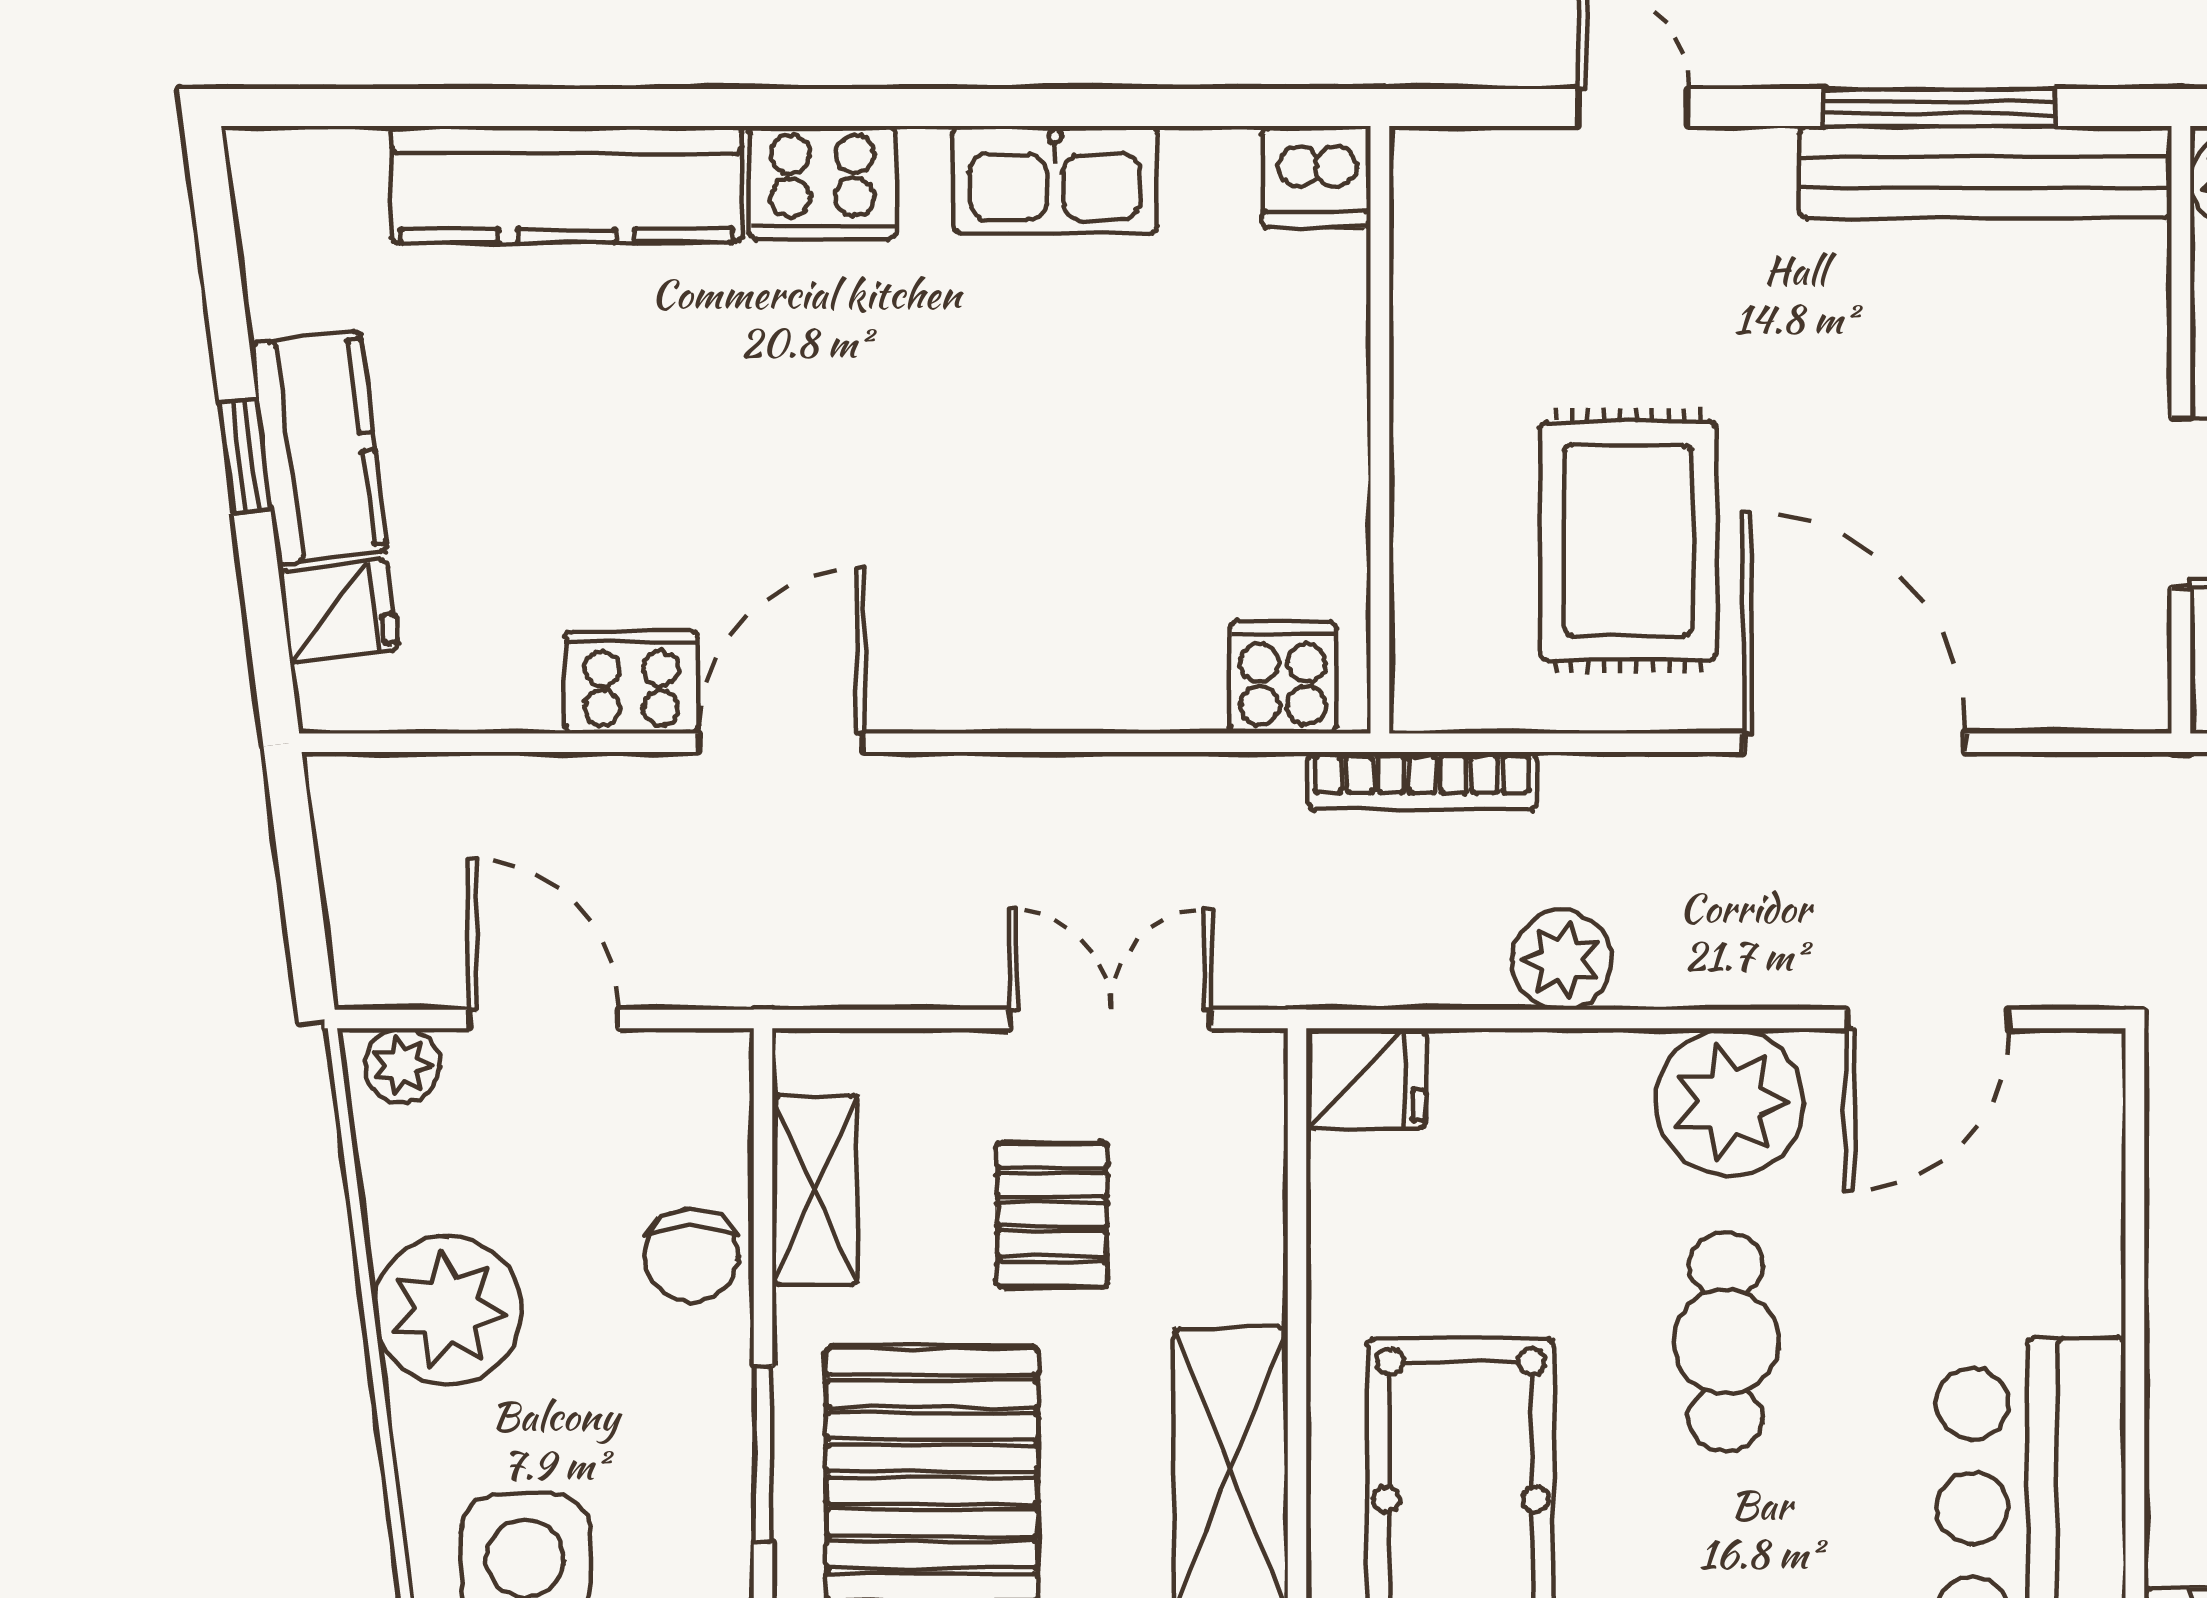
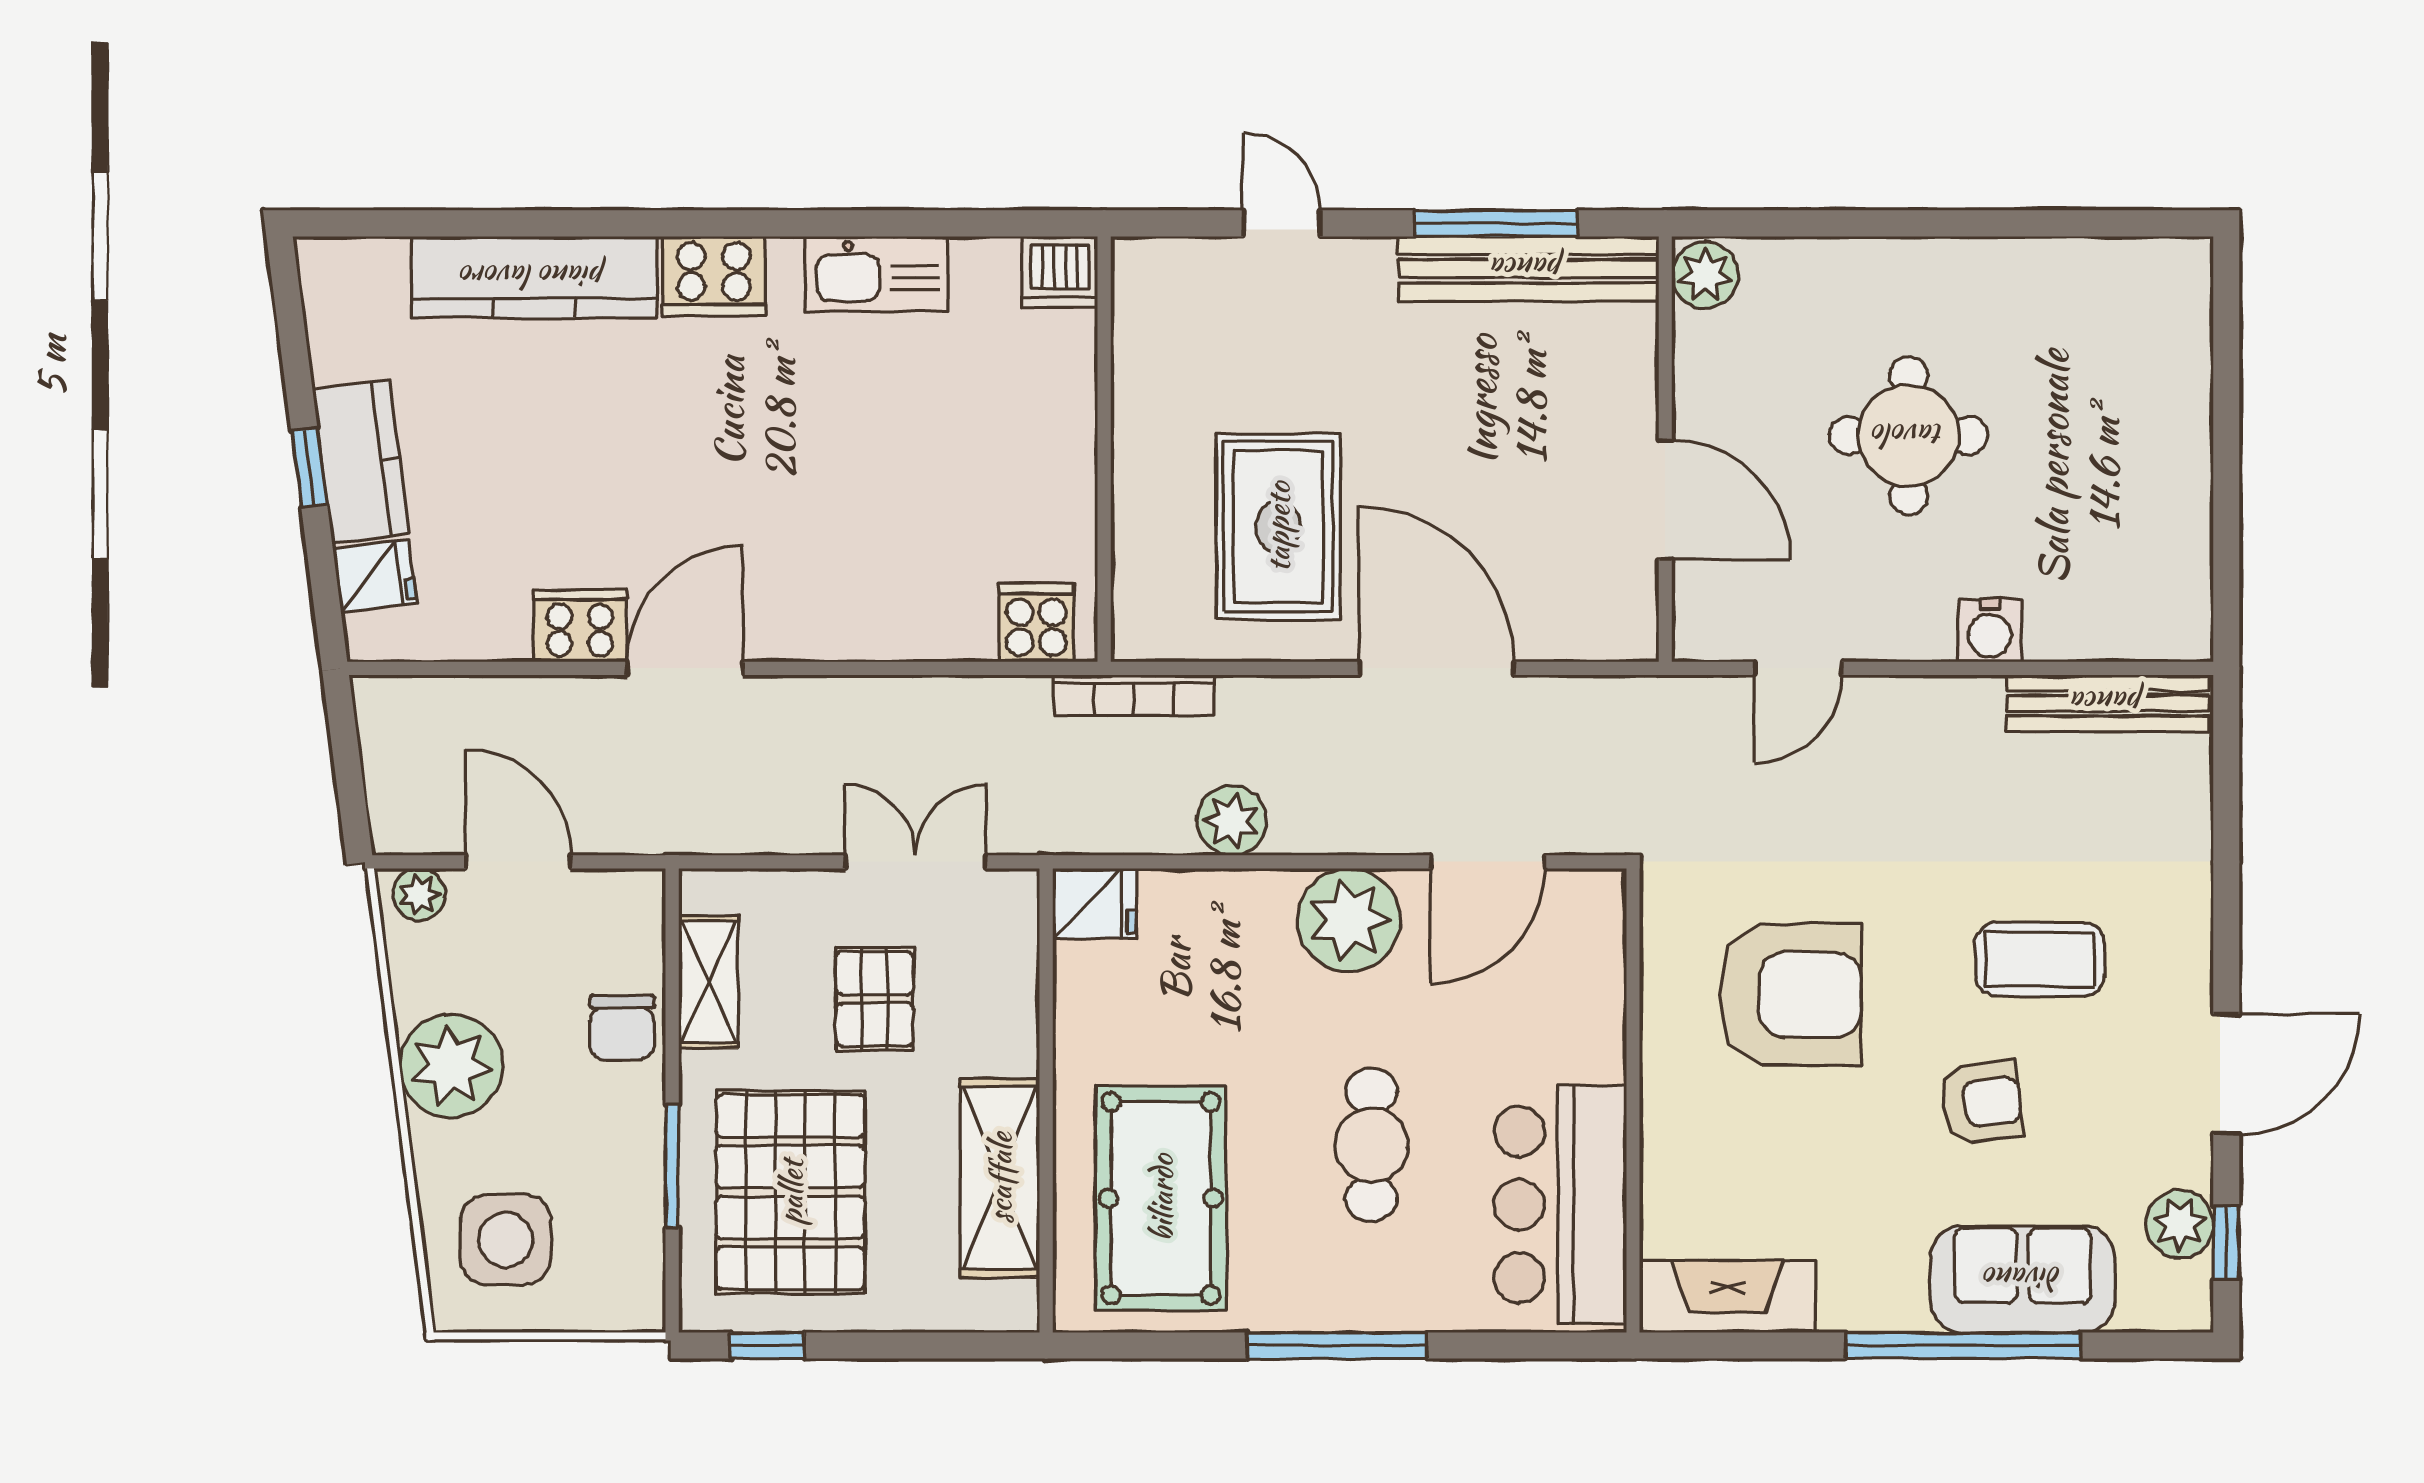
cafe table: (1726, 1342) -> (1371, 1145), moved

